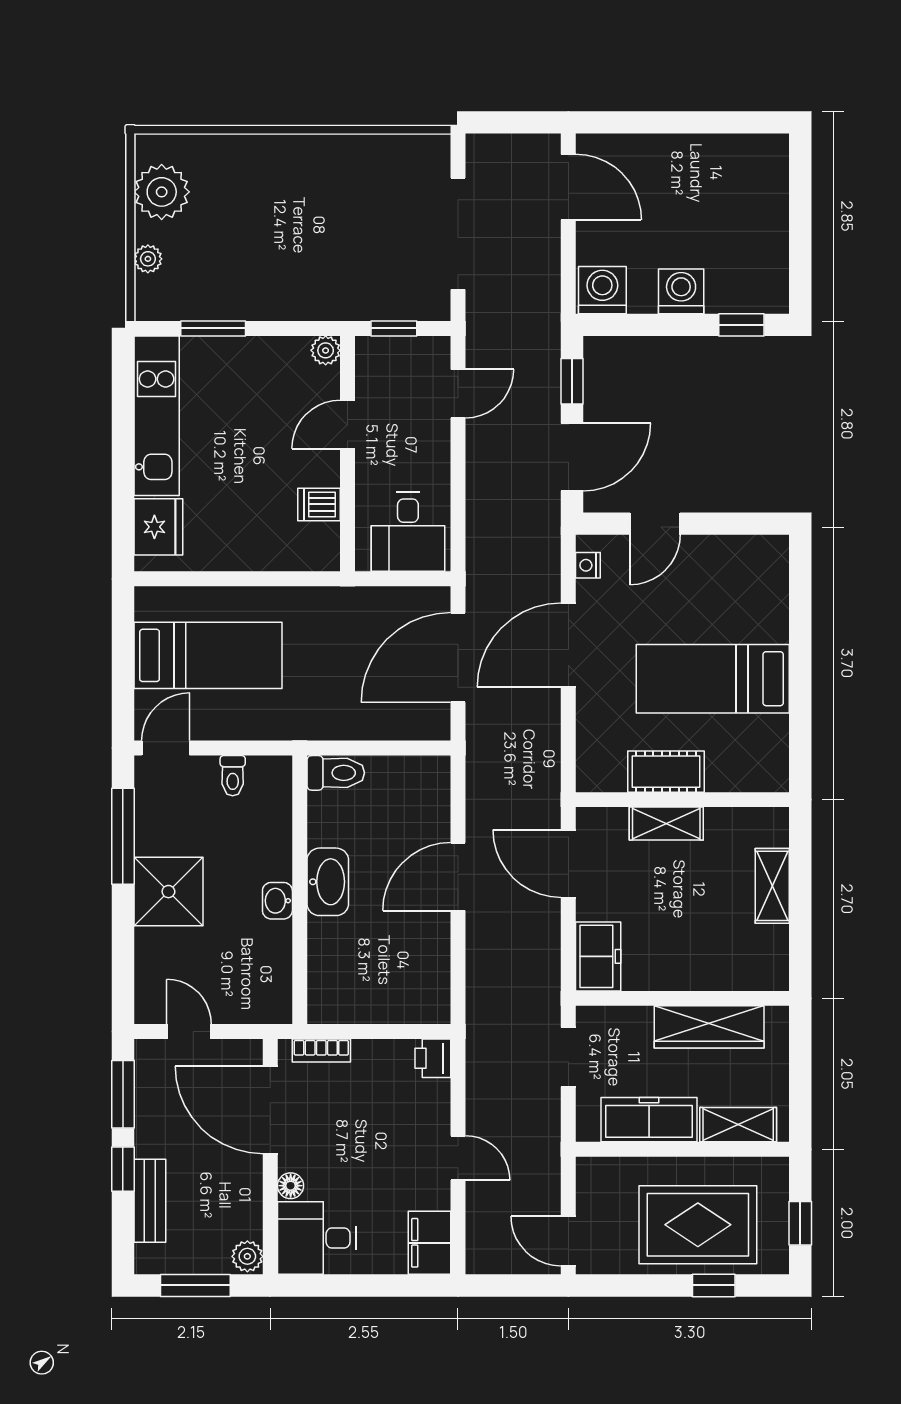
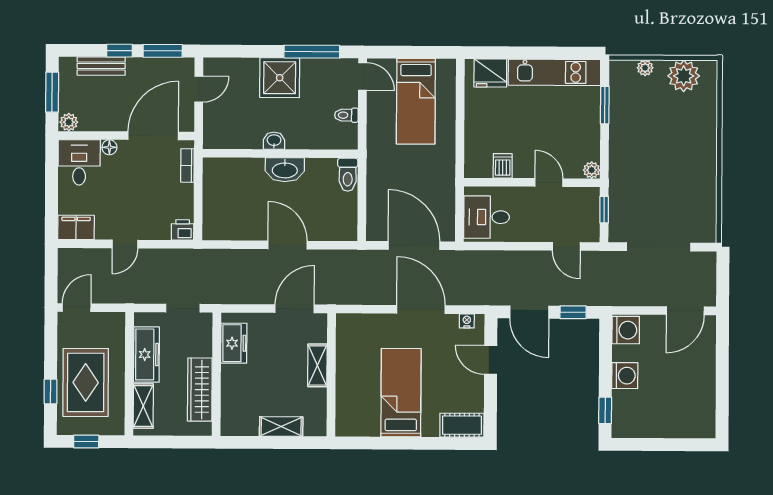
cot: (666, 772) -> (462, 425), moved, turned 90
freezer: (598, 956) -> (234, 343), moved, turned -90

